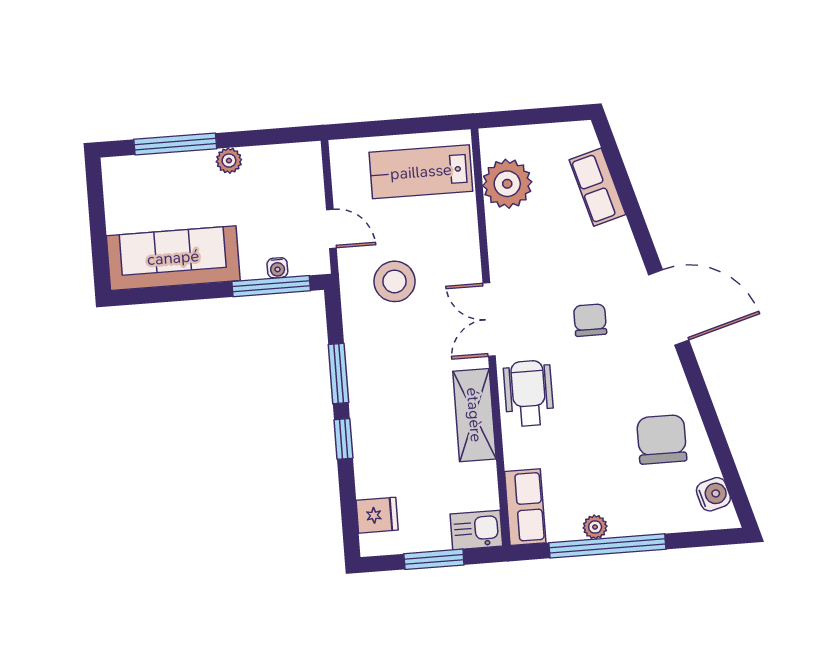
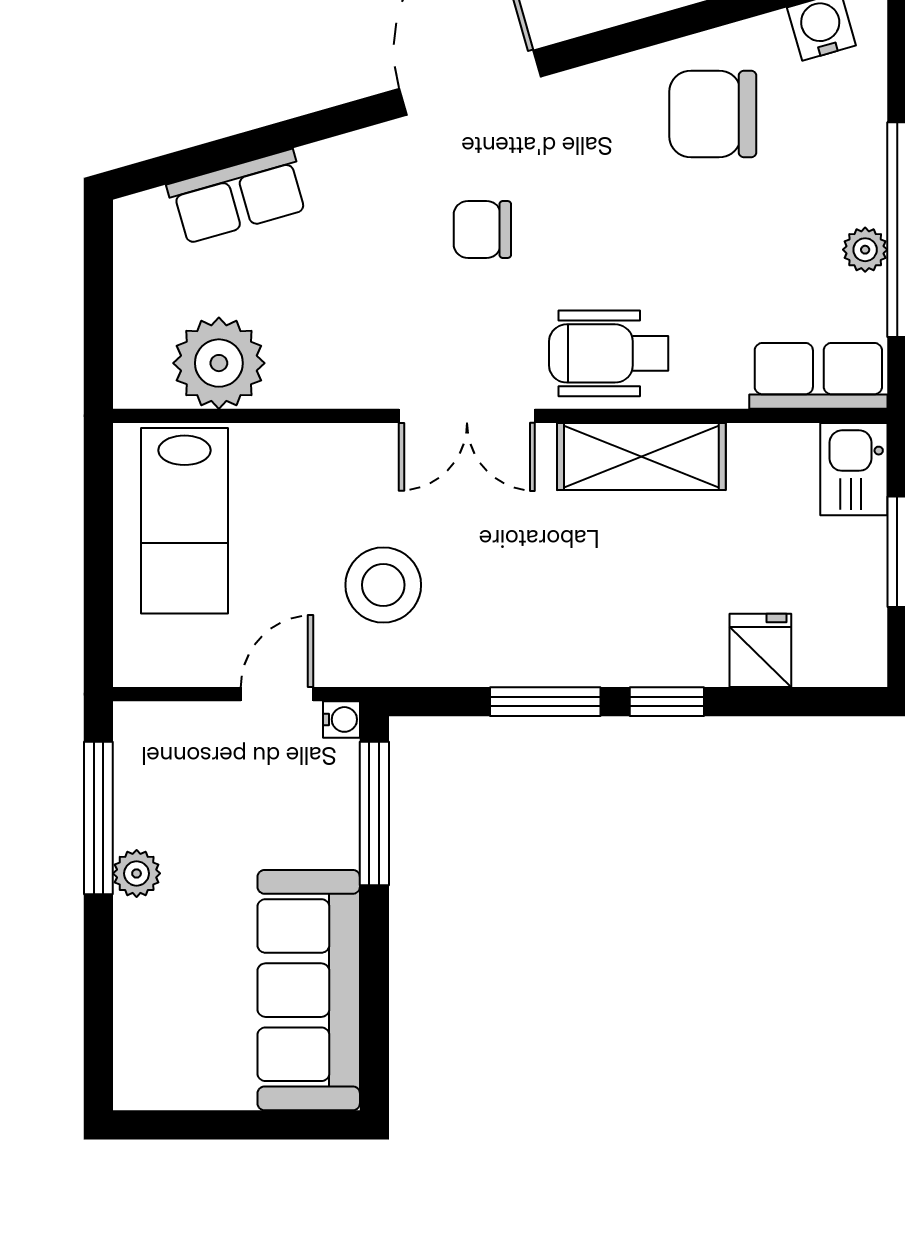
window: (175, 144) -> (98, 818), moved
water cooler: (277, 268) -> (341, 719), moved
fridge: (377, 515) -> (760, 650), moved

